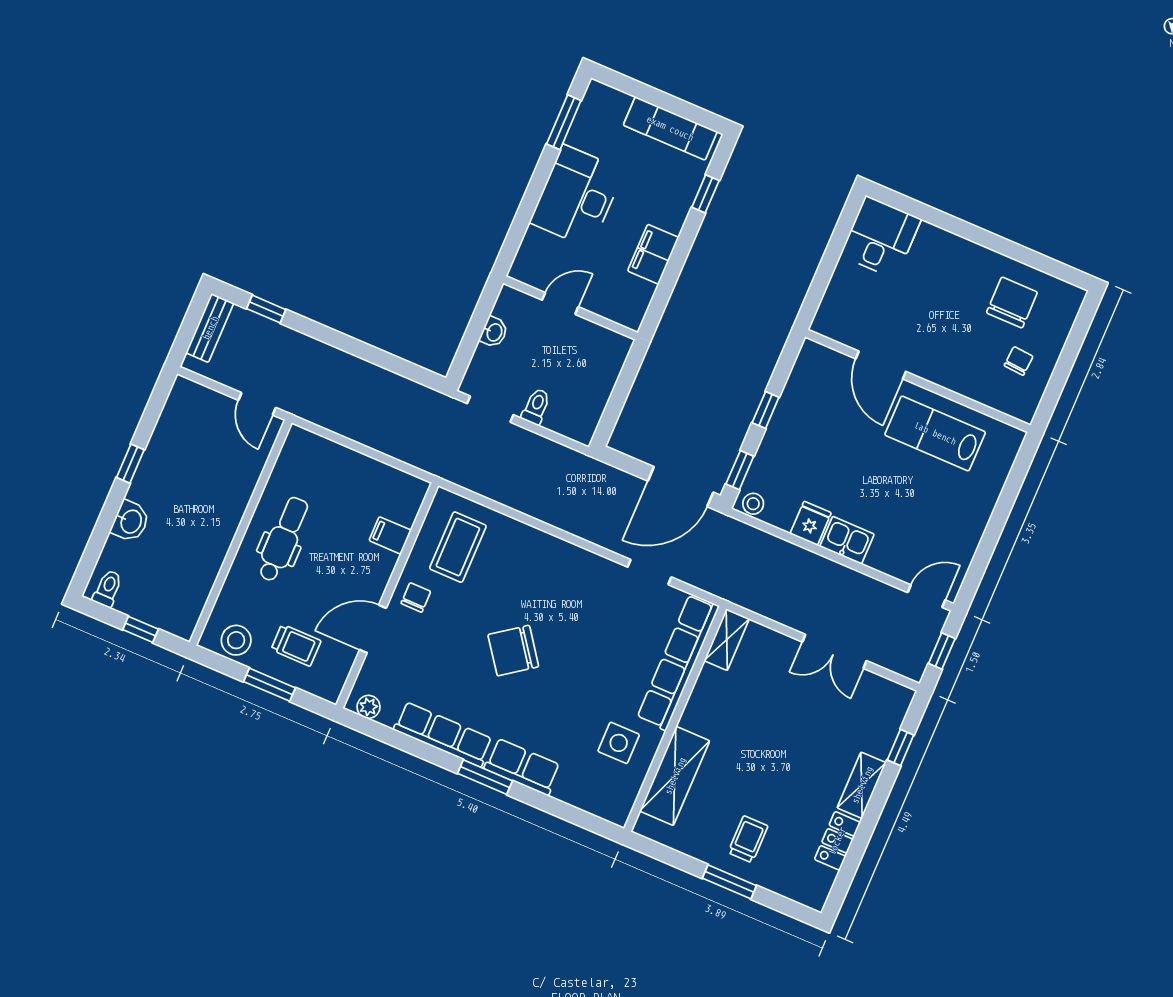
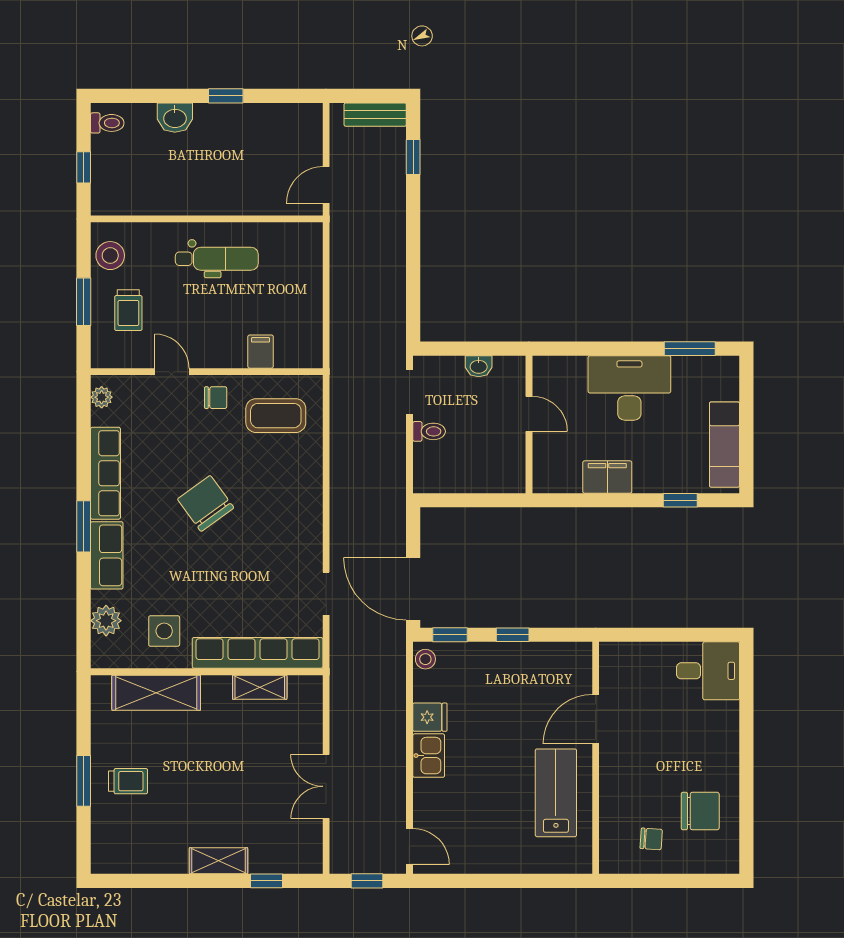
door: (373, 629) -> (172, 372), width x0.73
shelving: (727, 640) -> (260, 687), moved
plant: (585, 794) -> (106, 621), added
locker: (837, 841) -> (160, 860), removed

